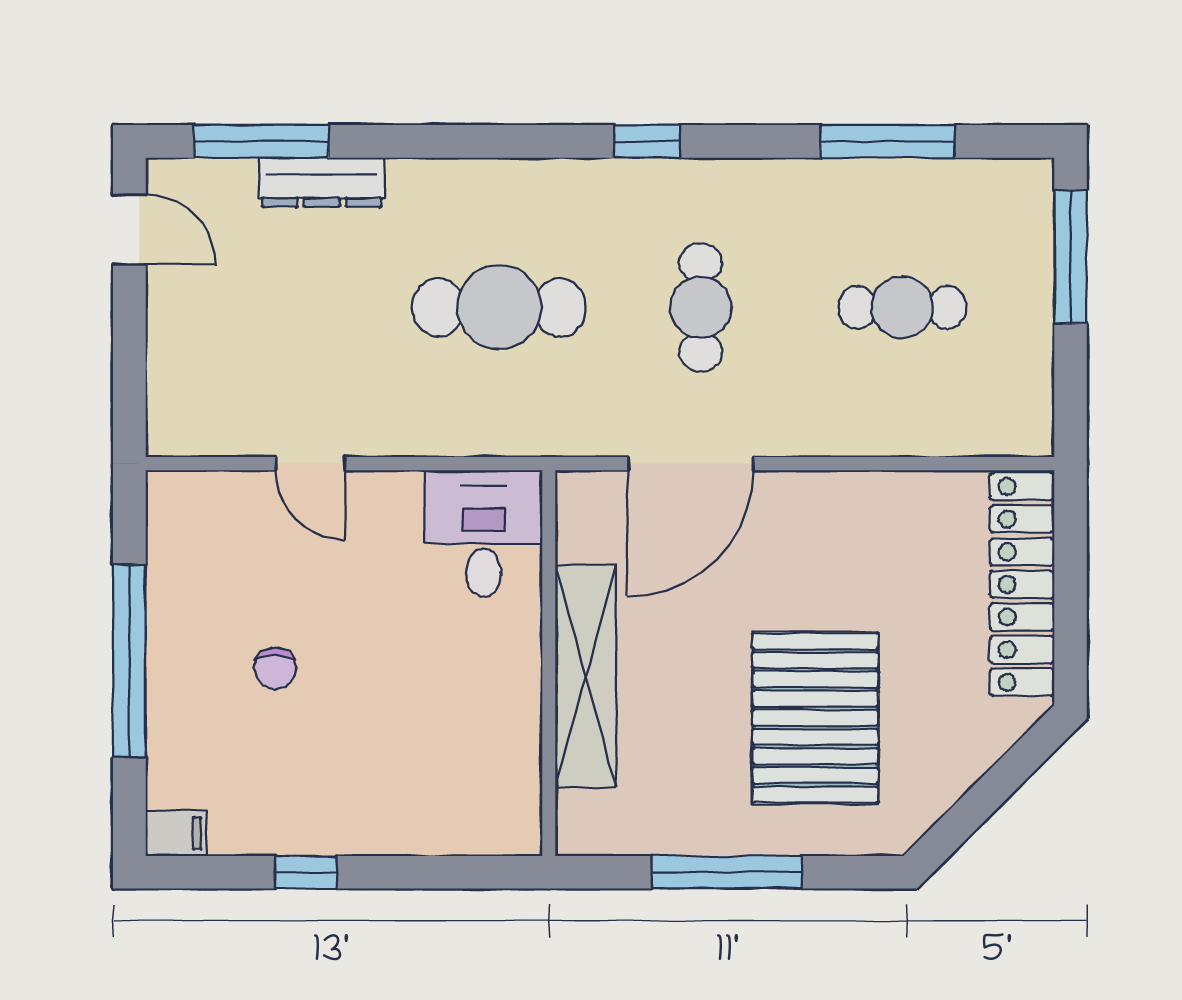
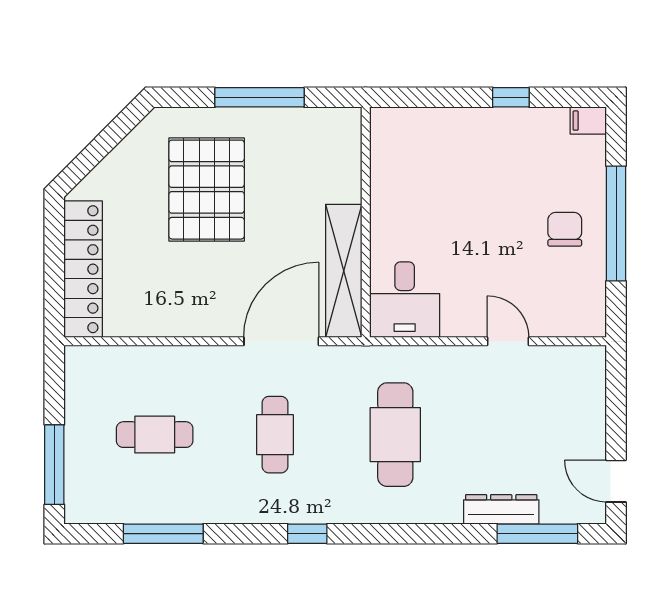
cafe table: (499, 307) -> (395, 435), turned 90
chair: (275, 668) -> (565, 229), moved, width x1.37, depth x1.37
shelving: (586, 676) -> (344, 271), moved

